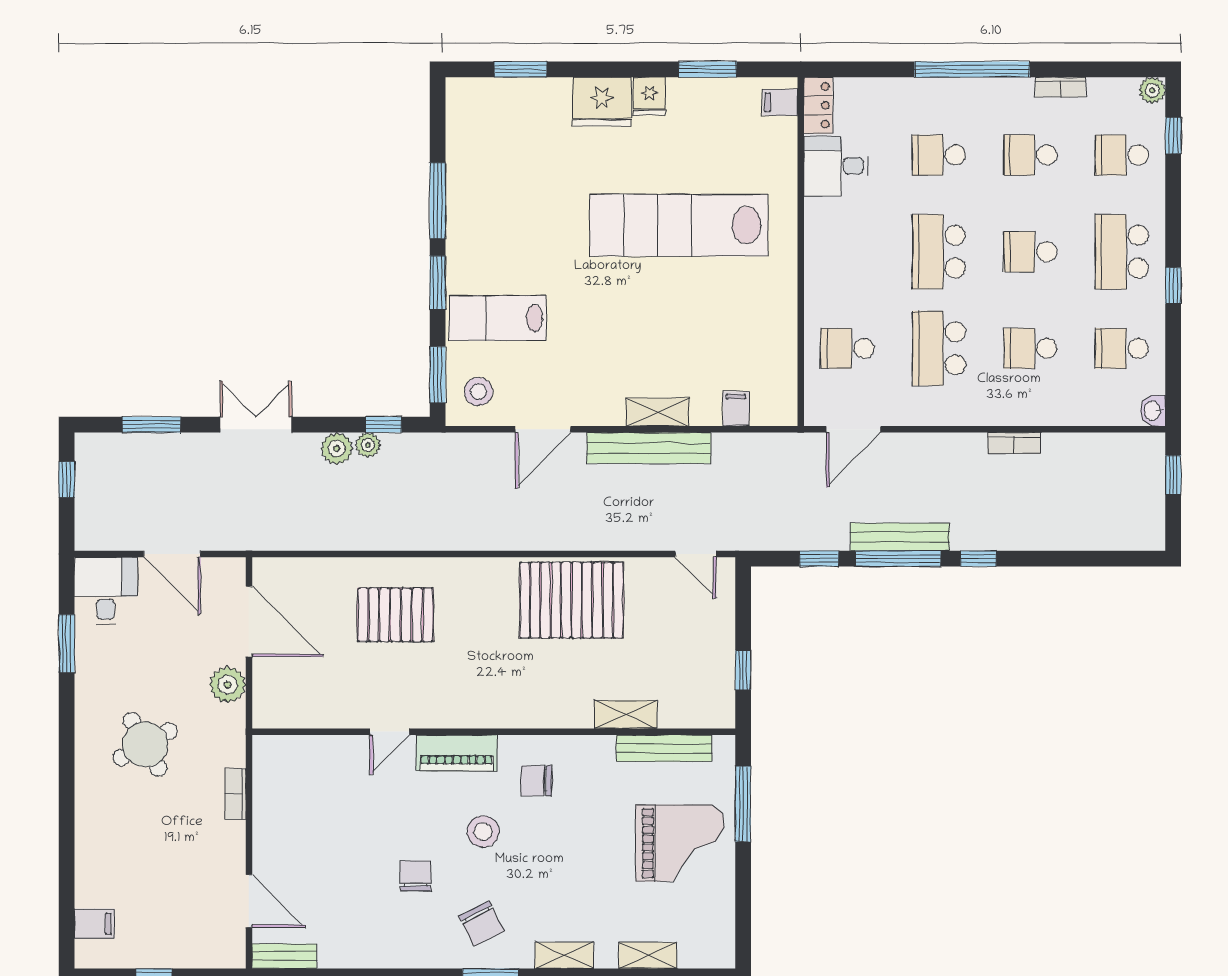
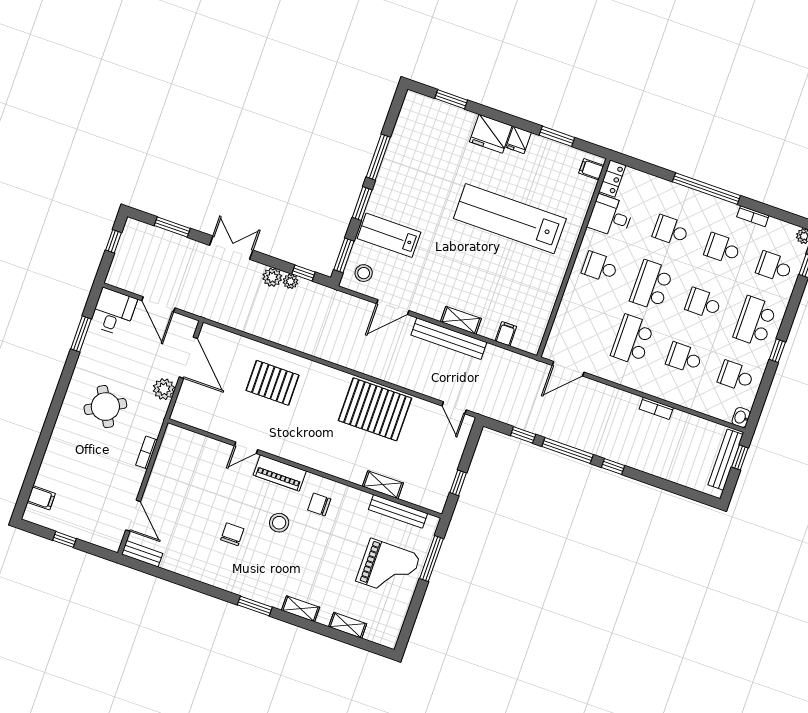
school desk: (847, 348) -> (600, 267), moved
bench: (900, 537) -> (725, 460), moved, turned 90
chair: (482, 924) -> (260, 574), removed

